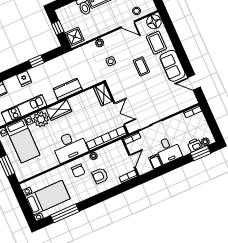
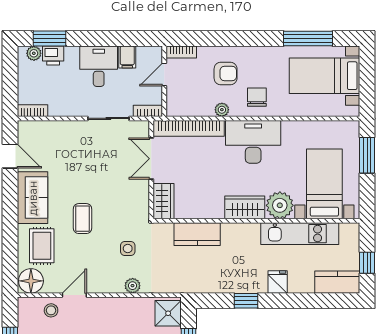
door: (128, 24) -> (74, 295), hinge flipped
kitchen counter: (68, 89) -> (197, 234), moved

